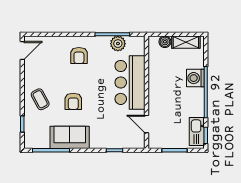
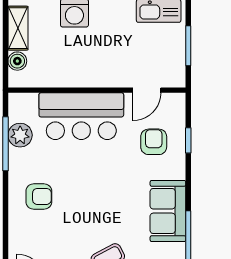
armchair: (73, 101) -> (154, 142), moved, turned -90

